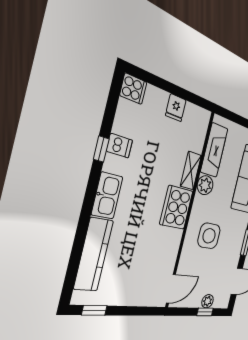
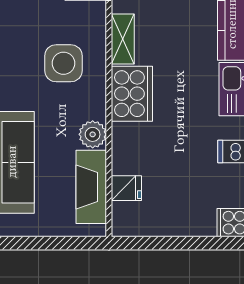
fridge: (176, 108) -> (126, 188), moved, turned 90
shelving: (191, 171) -> (123, 39), moved

